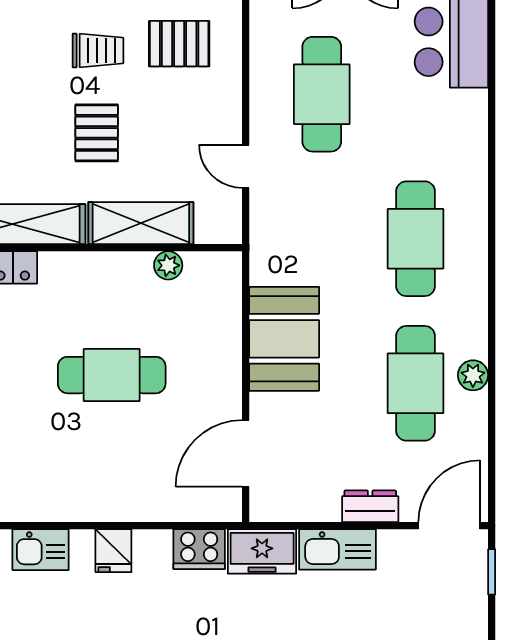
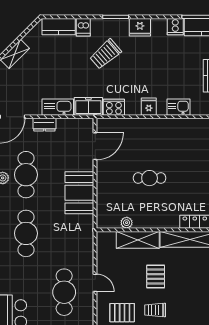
door: (246, 166) -> (95, 283), moved
cafe table: (112, 375) -> (150, 178), width x0.73, depth x0.74

